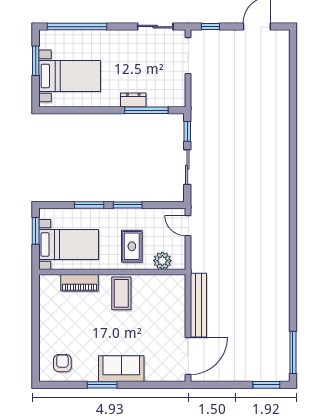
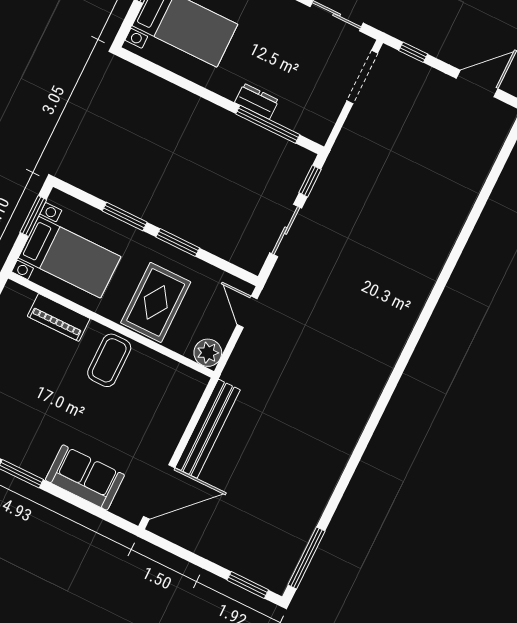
rug: (132, 246) -> (156, 302), width x1.36, depth x1.43
plant: (162, 261) -> (208, 353), moved
sofa: (121, 369) -> (85, 477), moved

